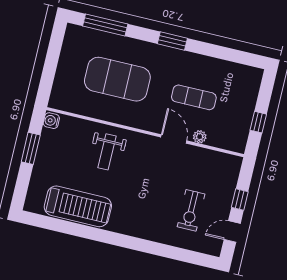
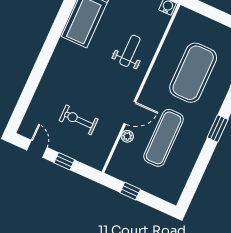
exercise mat: (194, 97) -> (164, 138), width x1.36, depth x1.45
weight bench: (107, 152) -> (130, 51), turned 90
exercise bike: (191, 210) -> (79, 120), moved

